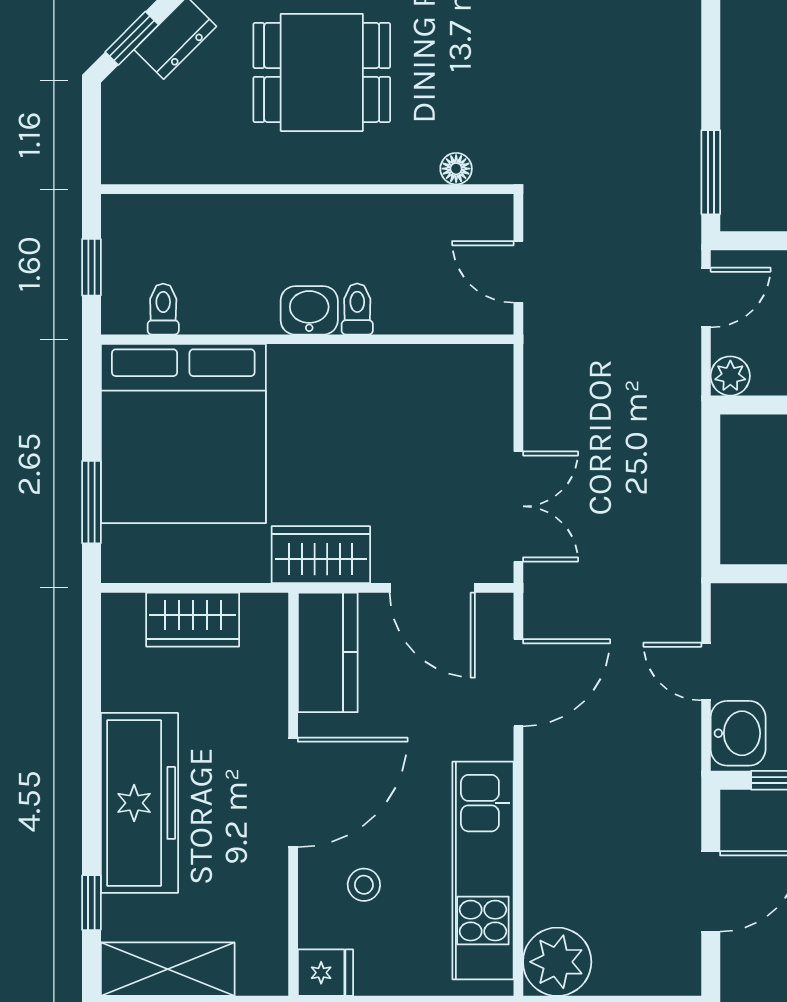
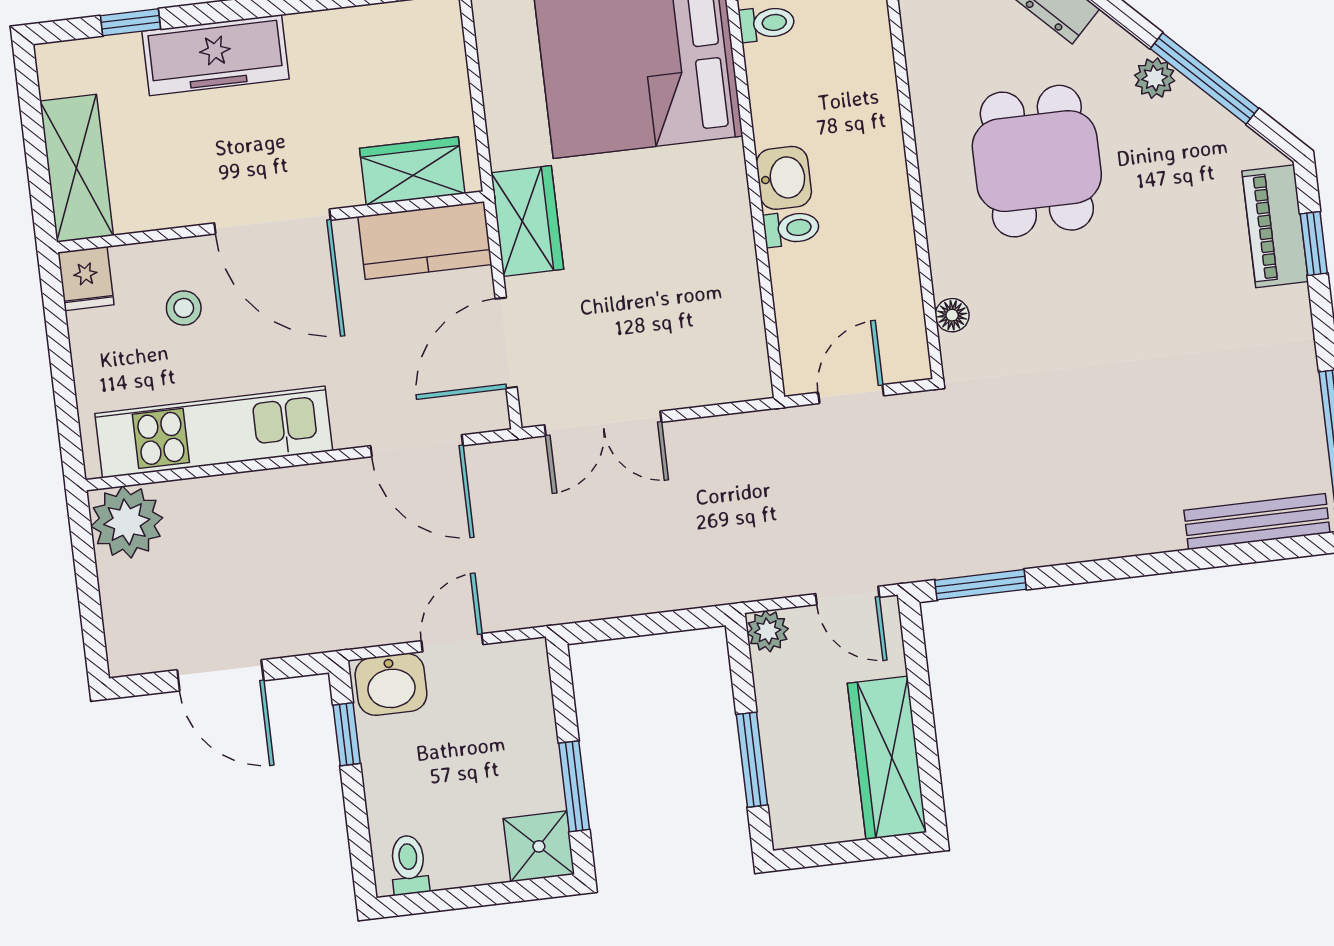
wardrobe: (193, 620) -> (412, 171), moved, turned 90
freezer: (139, 803) -> (215, 55), width x0.73, depth x0.79
shelving: (168, 969) -> (77, 168), moved

